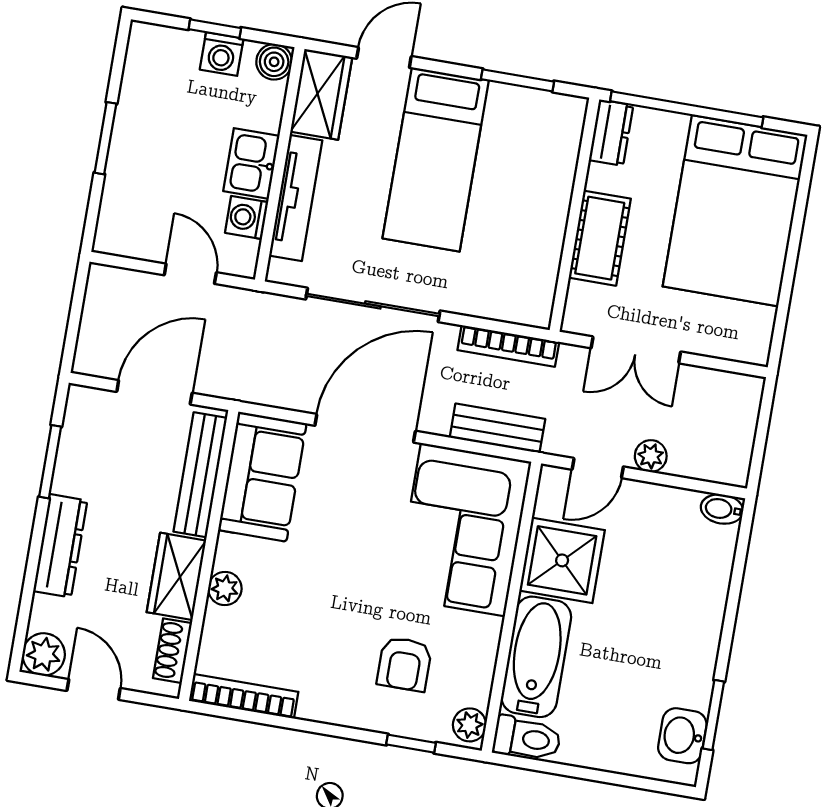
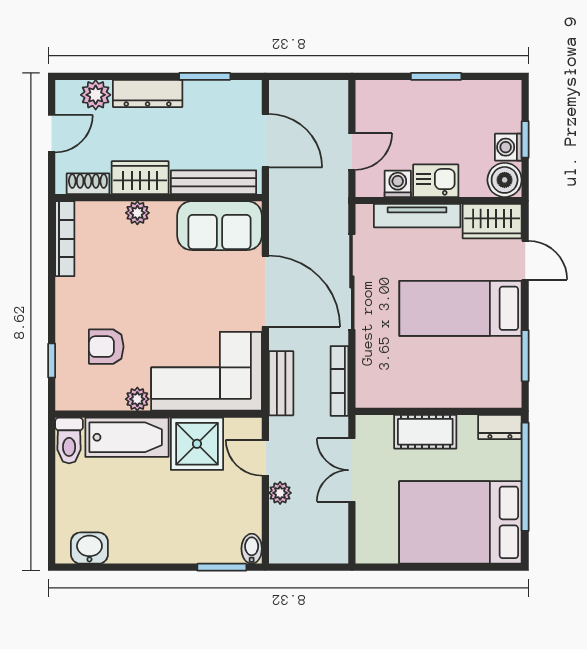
boiler: (274, 62) -> (505, 180), width x1.36, depth x1.36
plant: (44, 654) -> (96, 95), moved
window: (713, 715) -> (222, 567), moved
plant: (470, 725) -> (137, 399), moved

